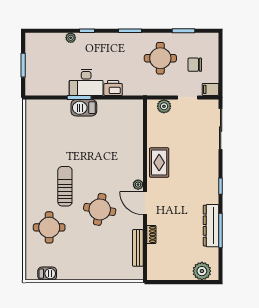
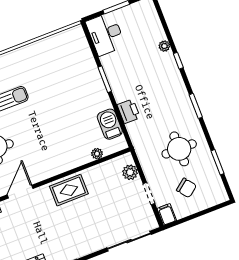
chair: (195, 65) -> (186, 188), turned 142
desk: (86, 82) -> (106, 34), moved
barbecue: (84, 108) -> (110, 124), moved
plant: (138, 185) -> (97, 154), moved

